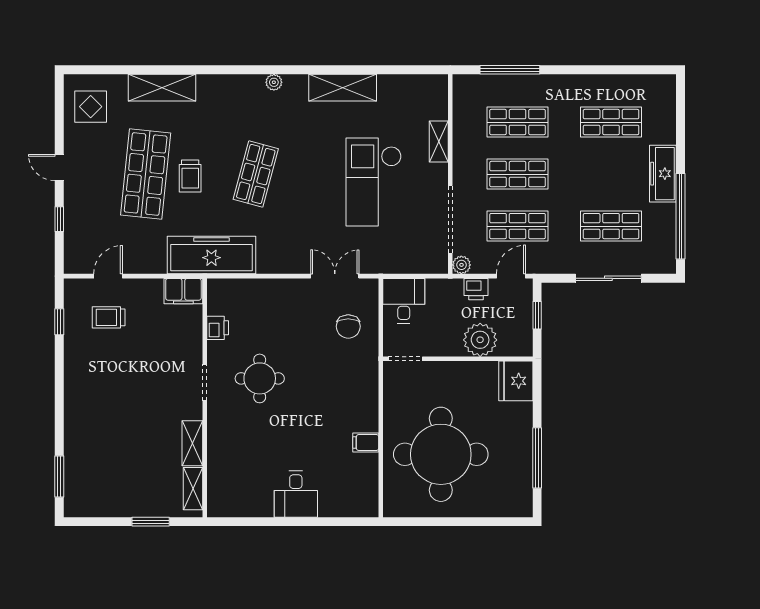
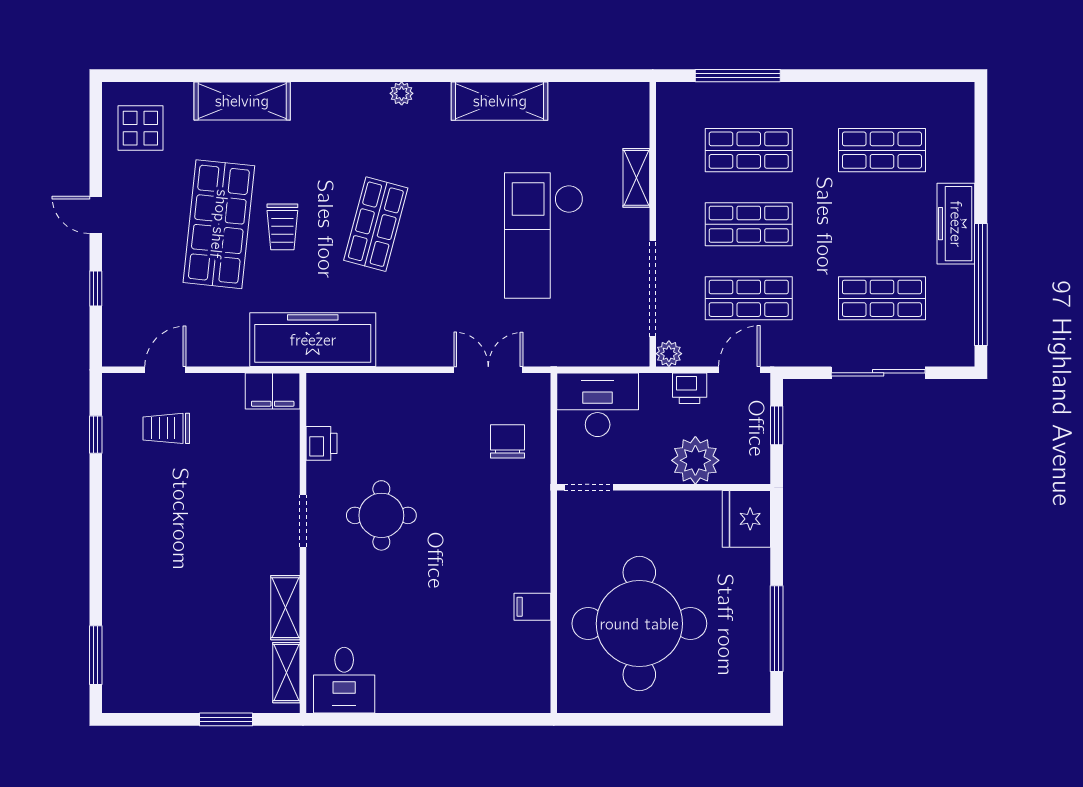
desk: (404, 301) -> (598, 405), width x1.37
chair: (348, 326) -> (508, 441), turned 180
desk: (296, 494) -> (344, 680), moved

